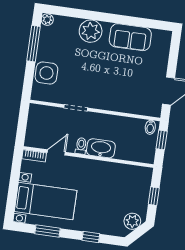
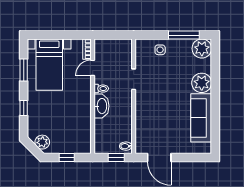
plant: (47, 20) -> (202, 49), width x1.87, depth x1.87
sofa: (130, 37) -> (201, 118), width x1.36
side table: (46, 73) -> (160, 50), width x0.54, depth x0.54
door: (56, 152) -> (93, 68), swing flipped

